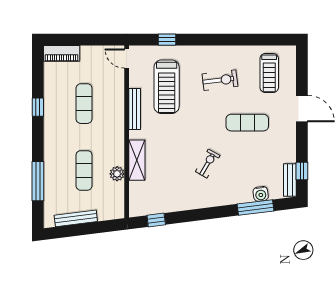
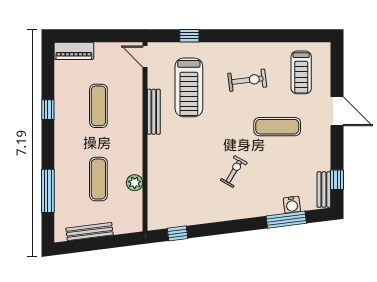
shelving: (137, 160) -> (156, 168), removed

